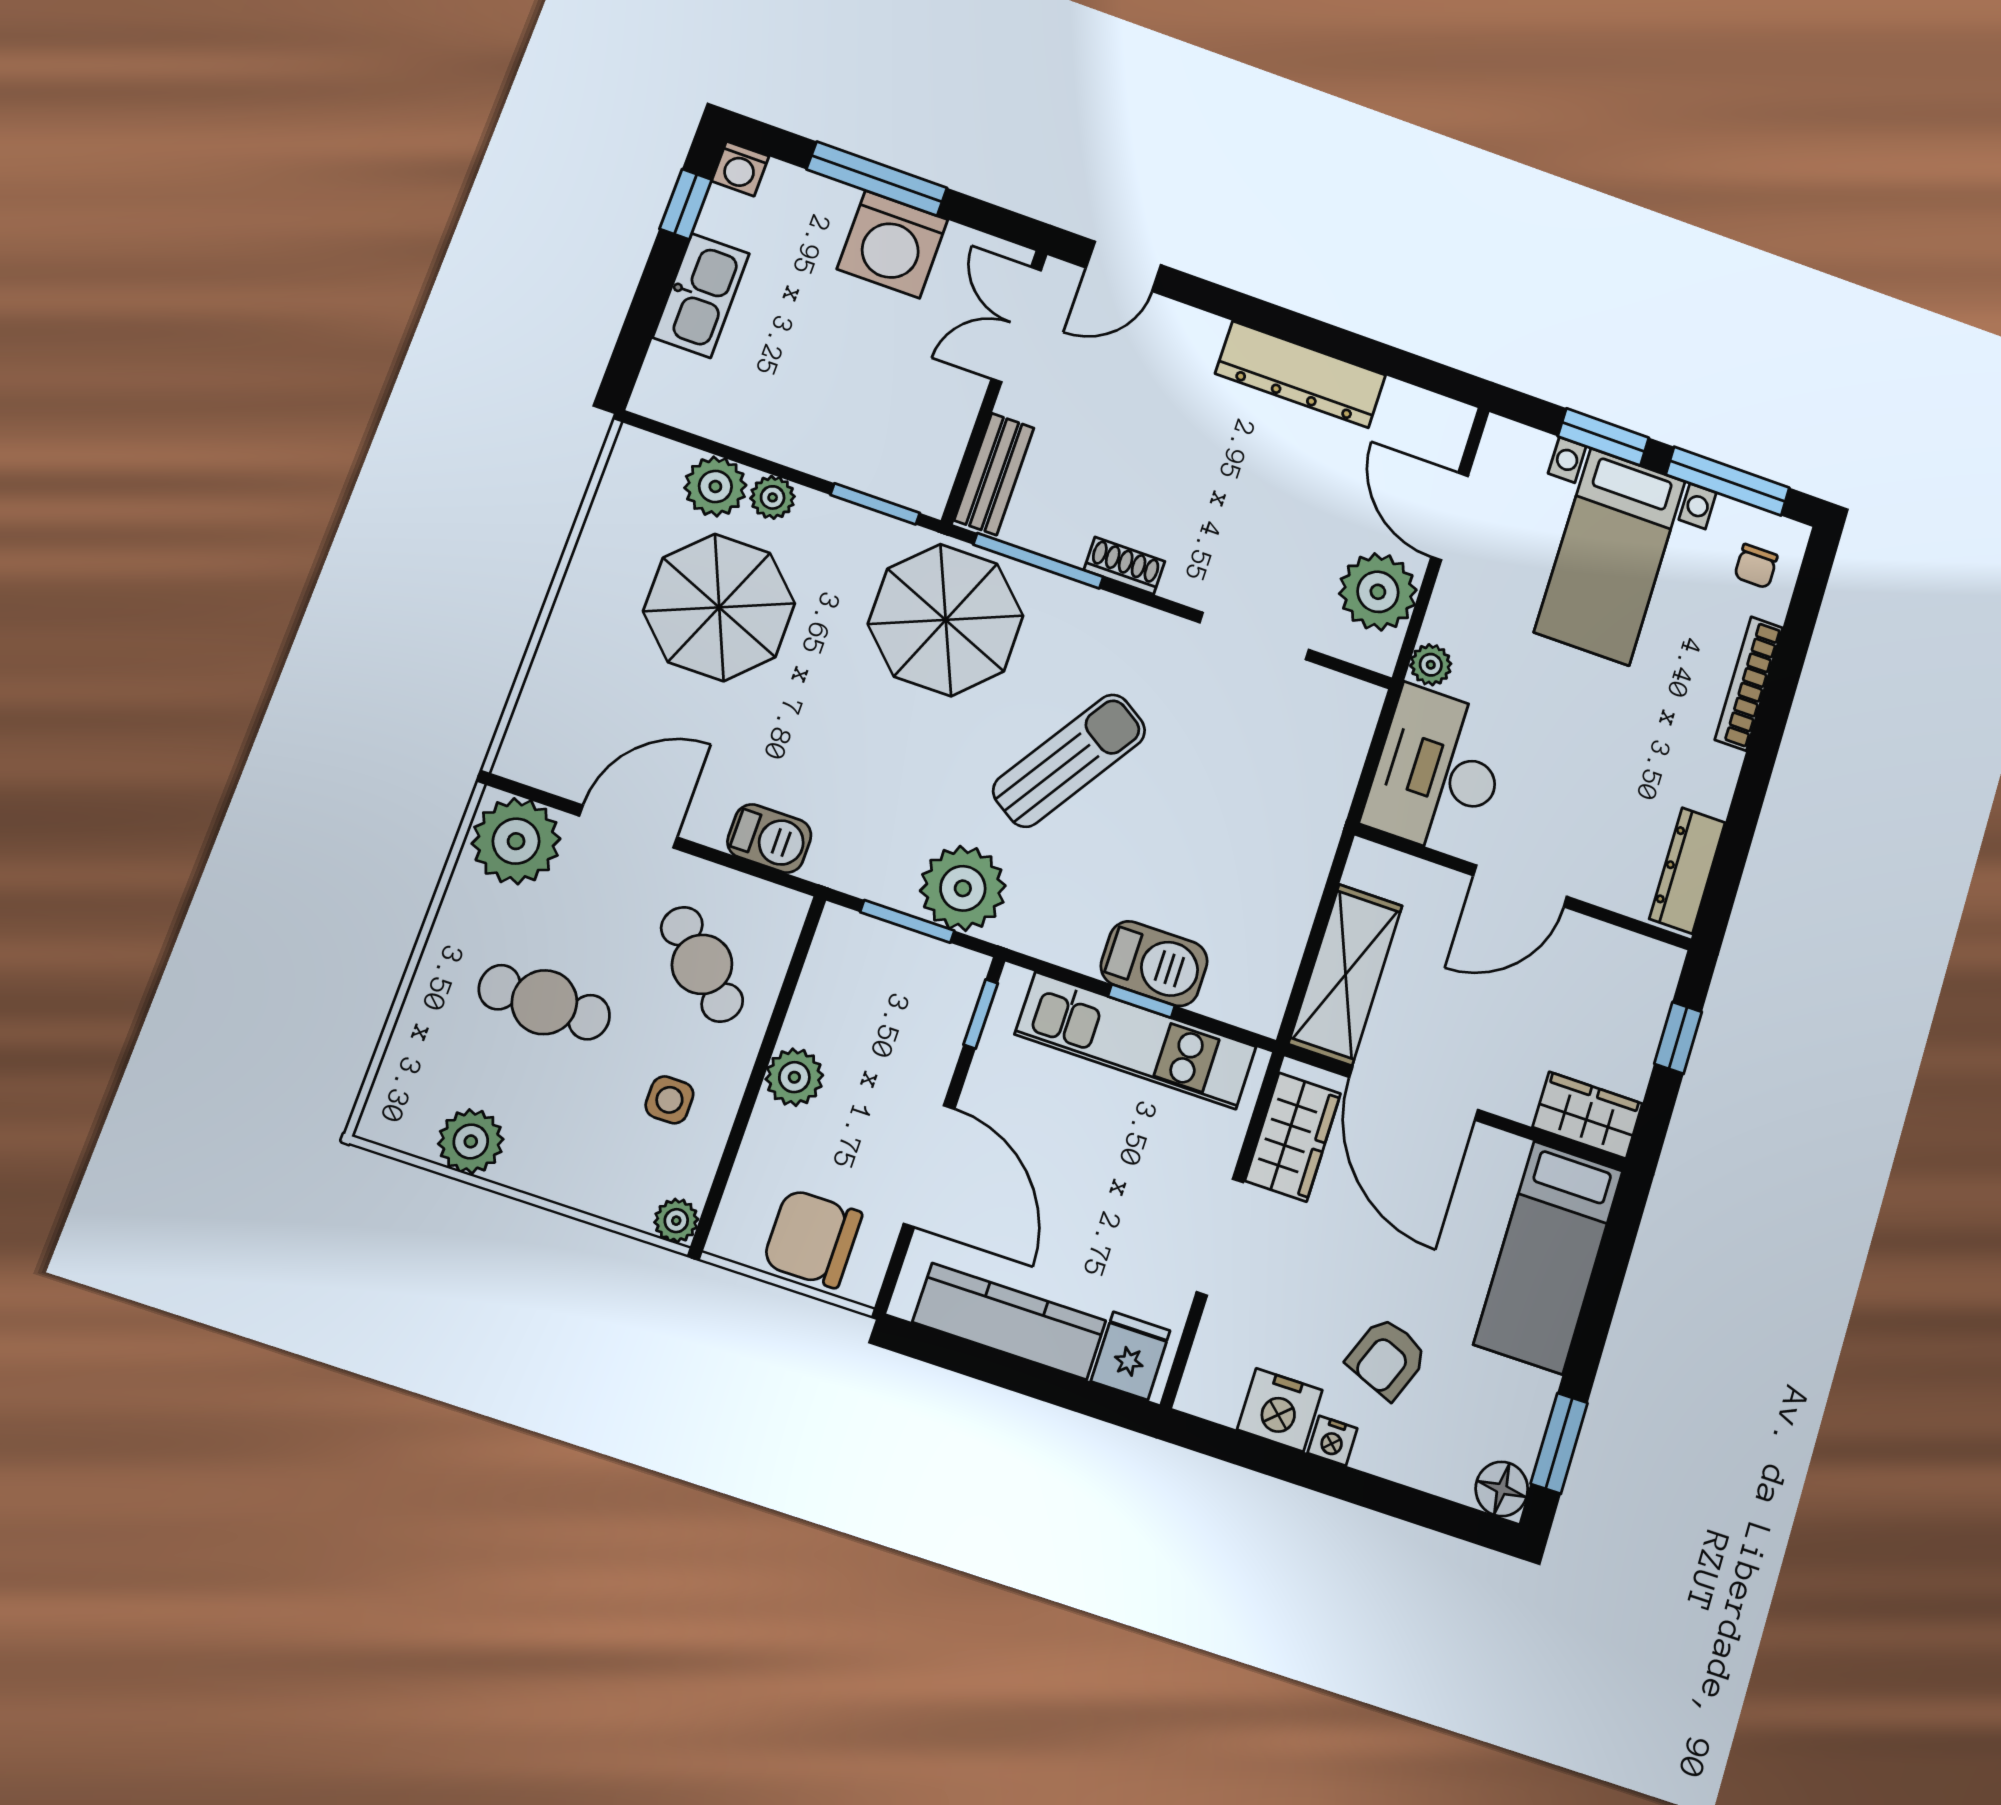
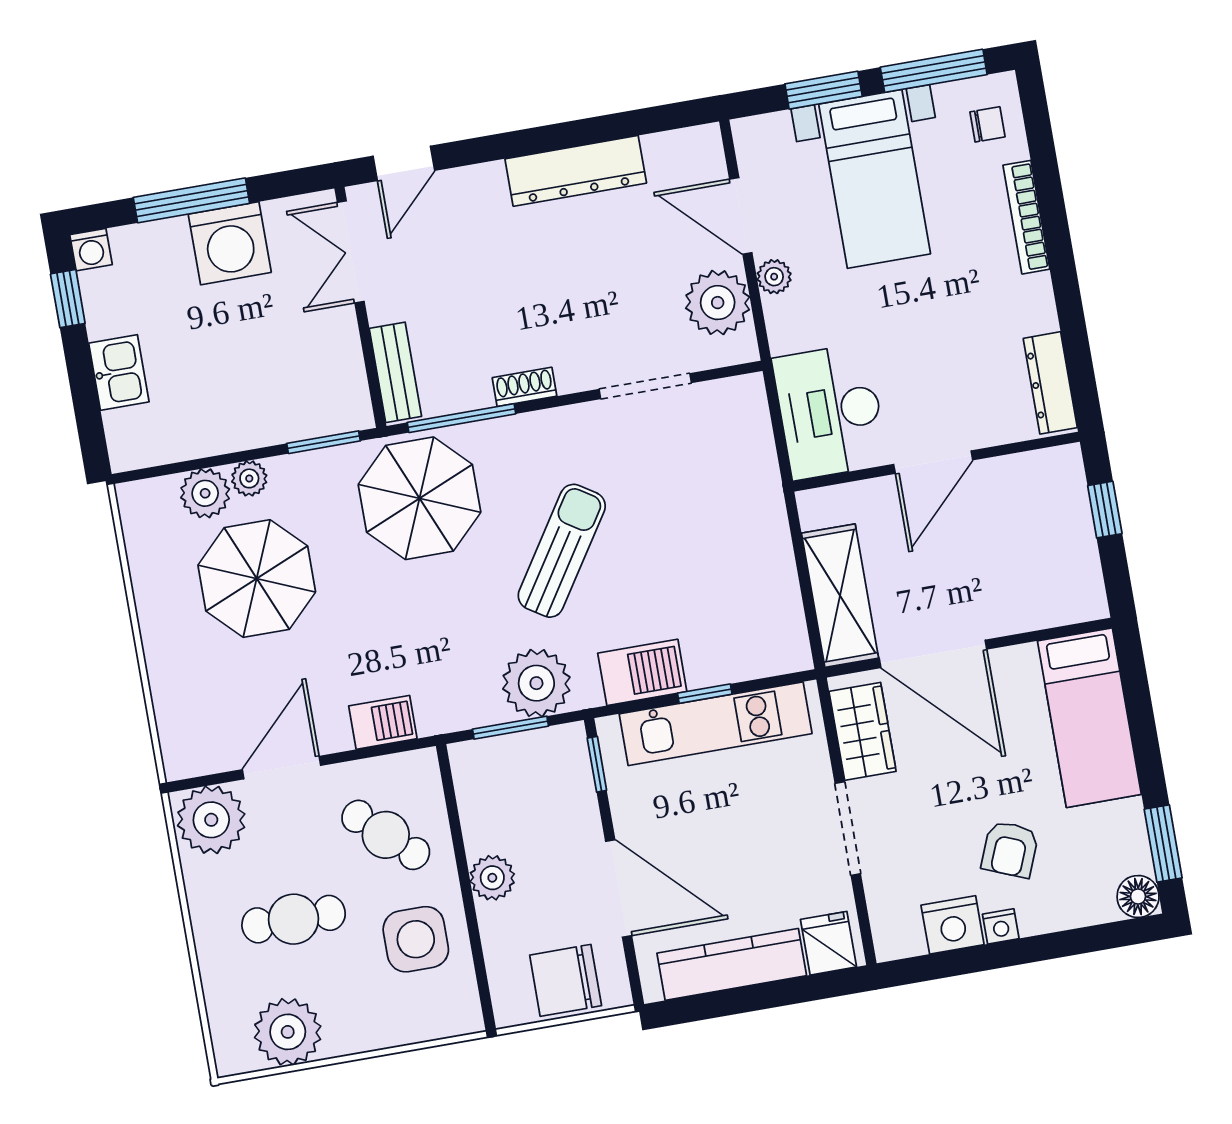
kitchen sink: (701, 296) -> (119, 372), width x0.73
chair: (1756, 566) -> (987, 124), turned -90
plant: (1431, 665) -> (774, 277), moved
barbecue: (1154, 964) -> (642, 672), moved
side table: (669, 1100) -> (416, 939), width x1.87, depth x1.87
wardrobe: (1588, 1115) -> (1067, 601), removed
plant: (471, 1141) -> (288, 1032), width x1.36, depth x1.36
plant: (676, 1221) -> (466, 1018), removed

